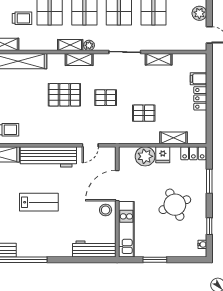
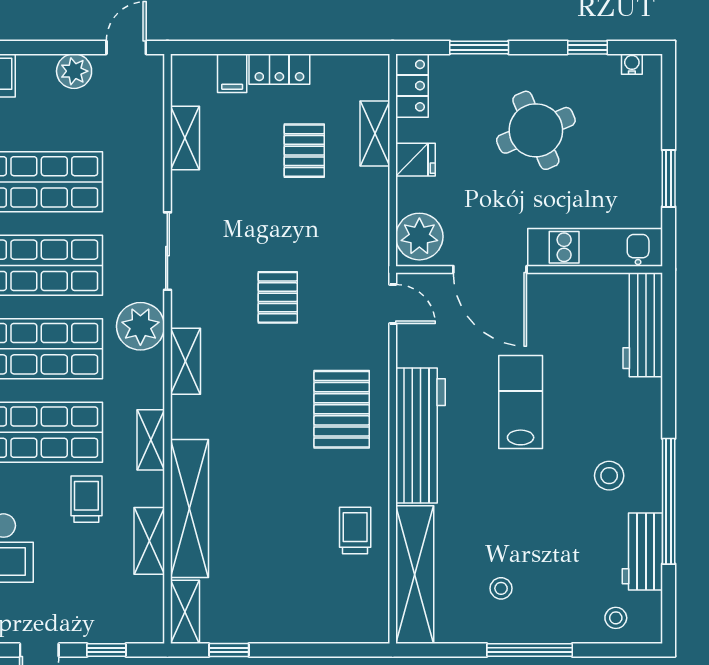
shelving: (70, 45) -> (151, 440), moved
plant: (89, 45) -> (140, 326), width x1.88, depth x1.88
shelving: (159, 59) -> (185, 138), moved
pallet: (64, 95) -> (342, 409), moved
pallet: (144, 113) -> (304, 151), moved
door: (90, 145) -> (393, 304), moved
plant: (145, 156) -> (419, 237), moved
lab bench: (39, 202) -> (521, 402), moved
stool: (106, 210) -> (609, 476), moved

